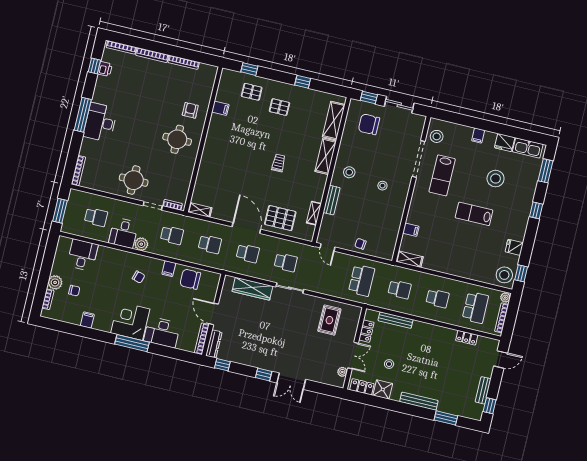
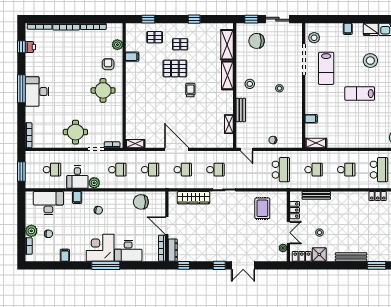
plant: (207, 90) -> (117, 45), added
pallet: (280, 218) -> (175, 68), moved
desk: (83, 255) -> (48, 203), width x1.37
filing cabinet: (169, 269) -> (77, 197), moved

